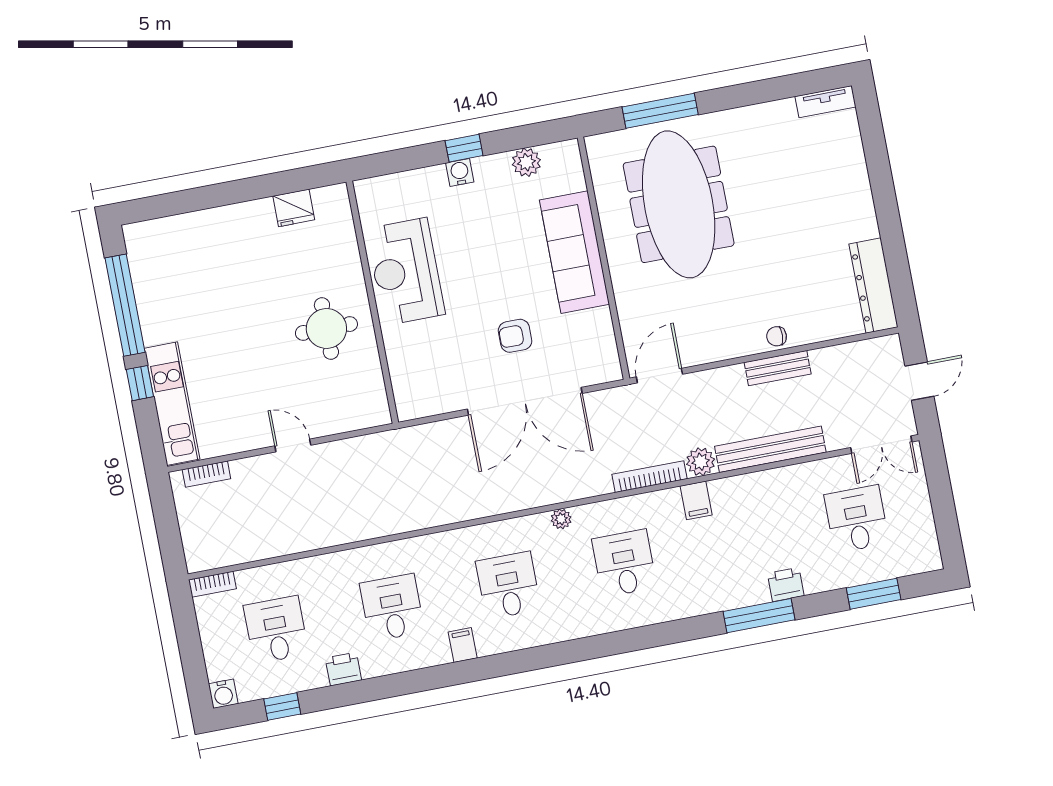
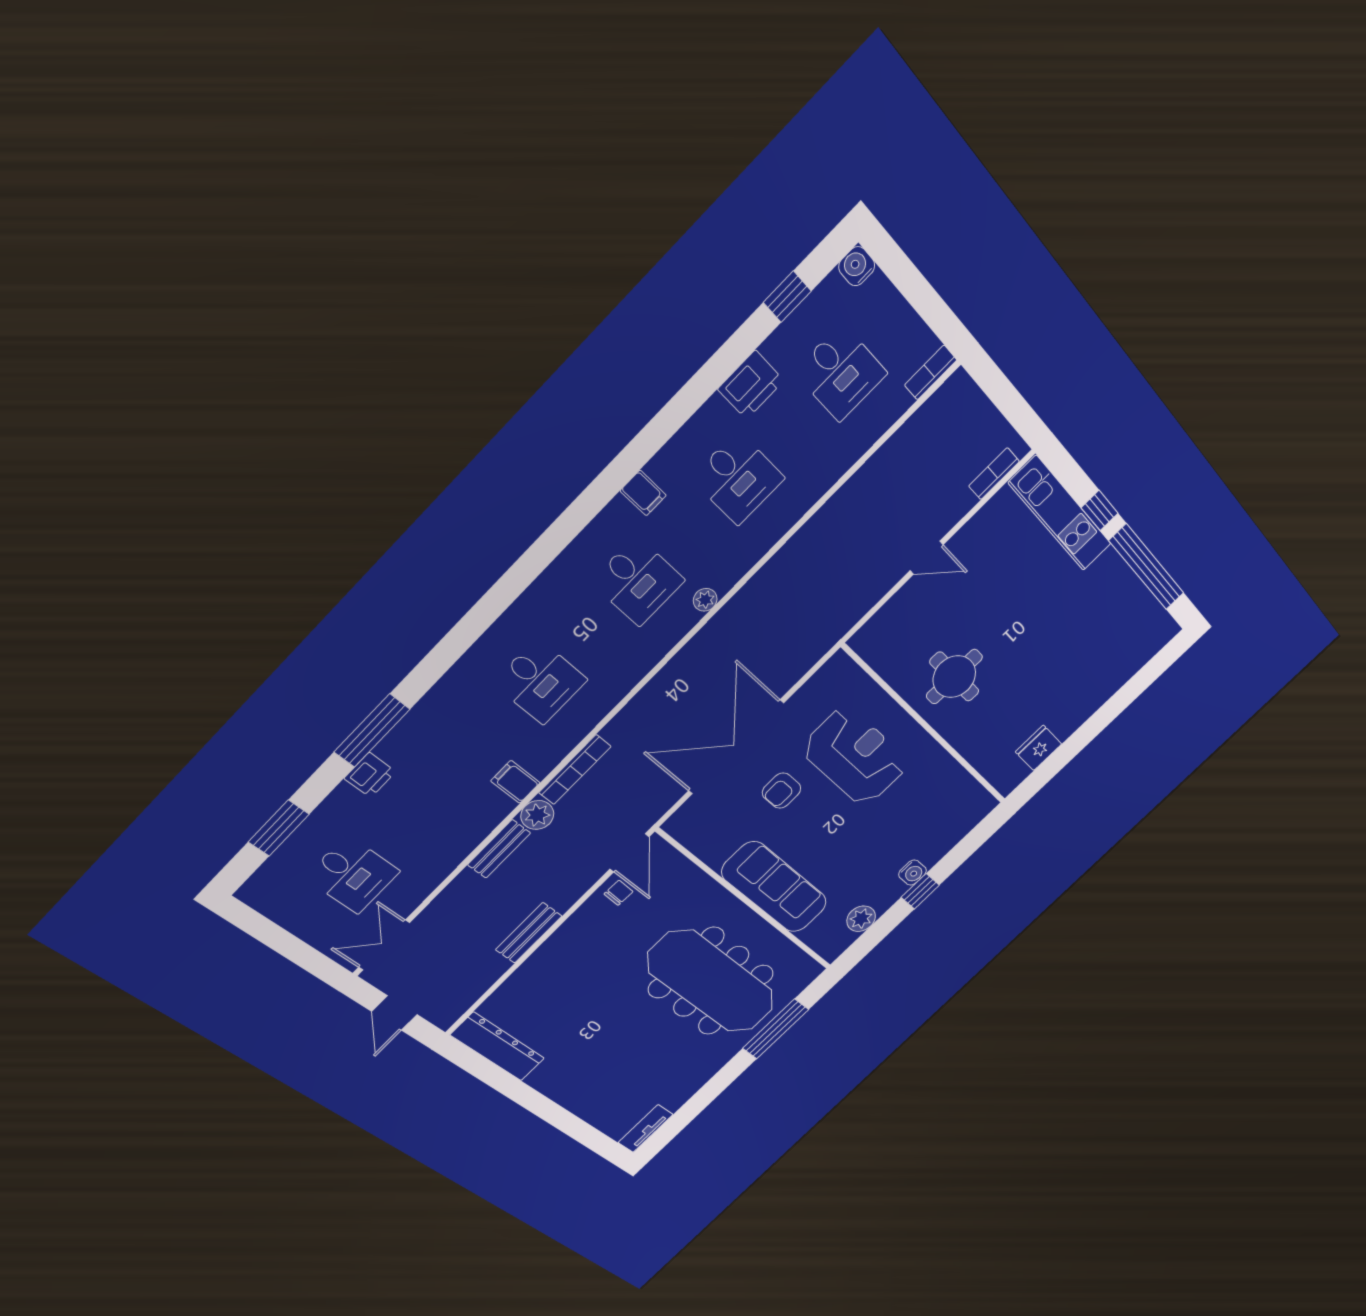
reception desk: (406, 272) -> (855, 756), moved
armchair: (515, 336) -> (781, 791), turned 180
chair: (777, 336) -> (619, 893), moved
bench: (770, 449) -> (499, 849), width x0.54, depth x0.82
plant: (561, 519) -> (705, 600), moved
printer: (343, 669) -> (751, 385), width x1.36, depth x1.24

